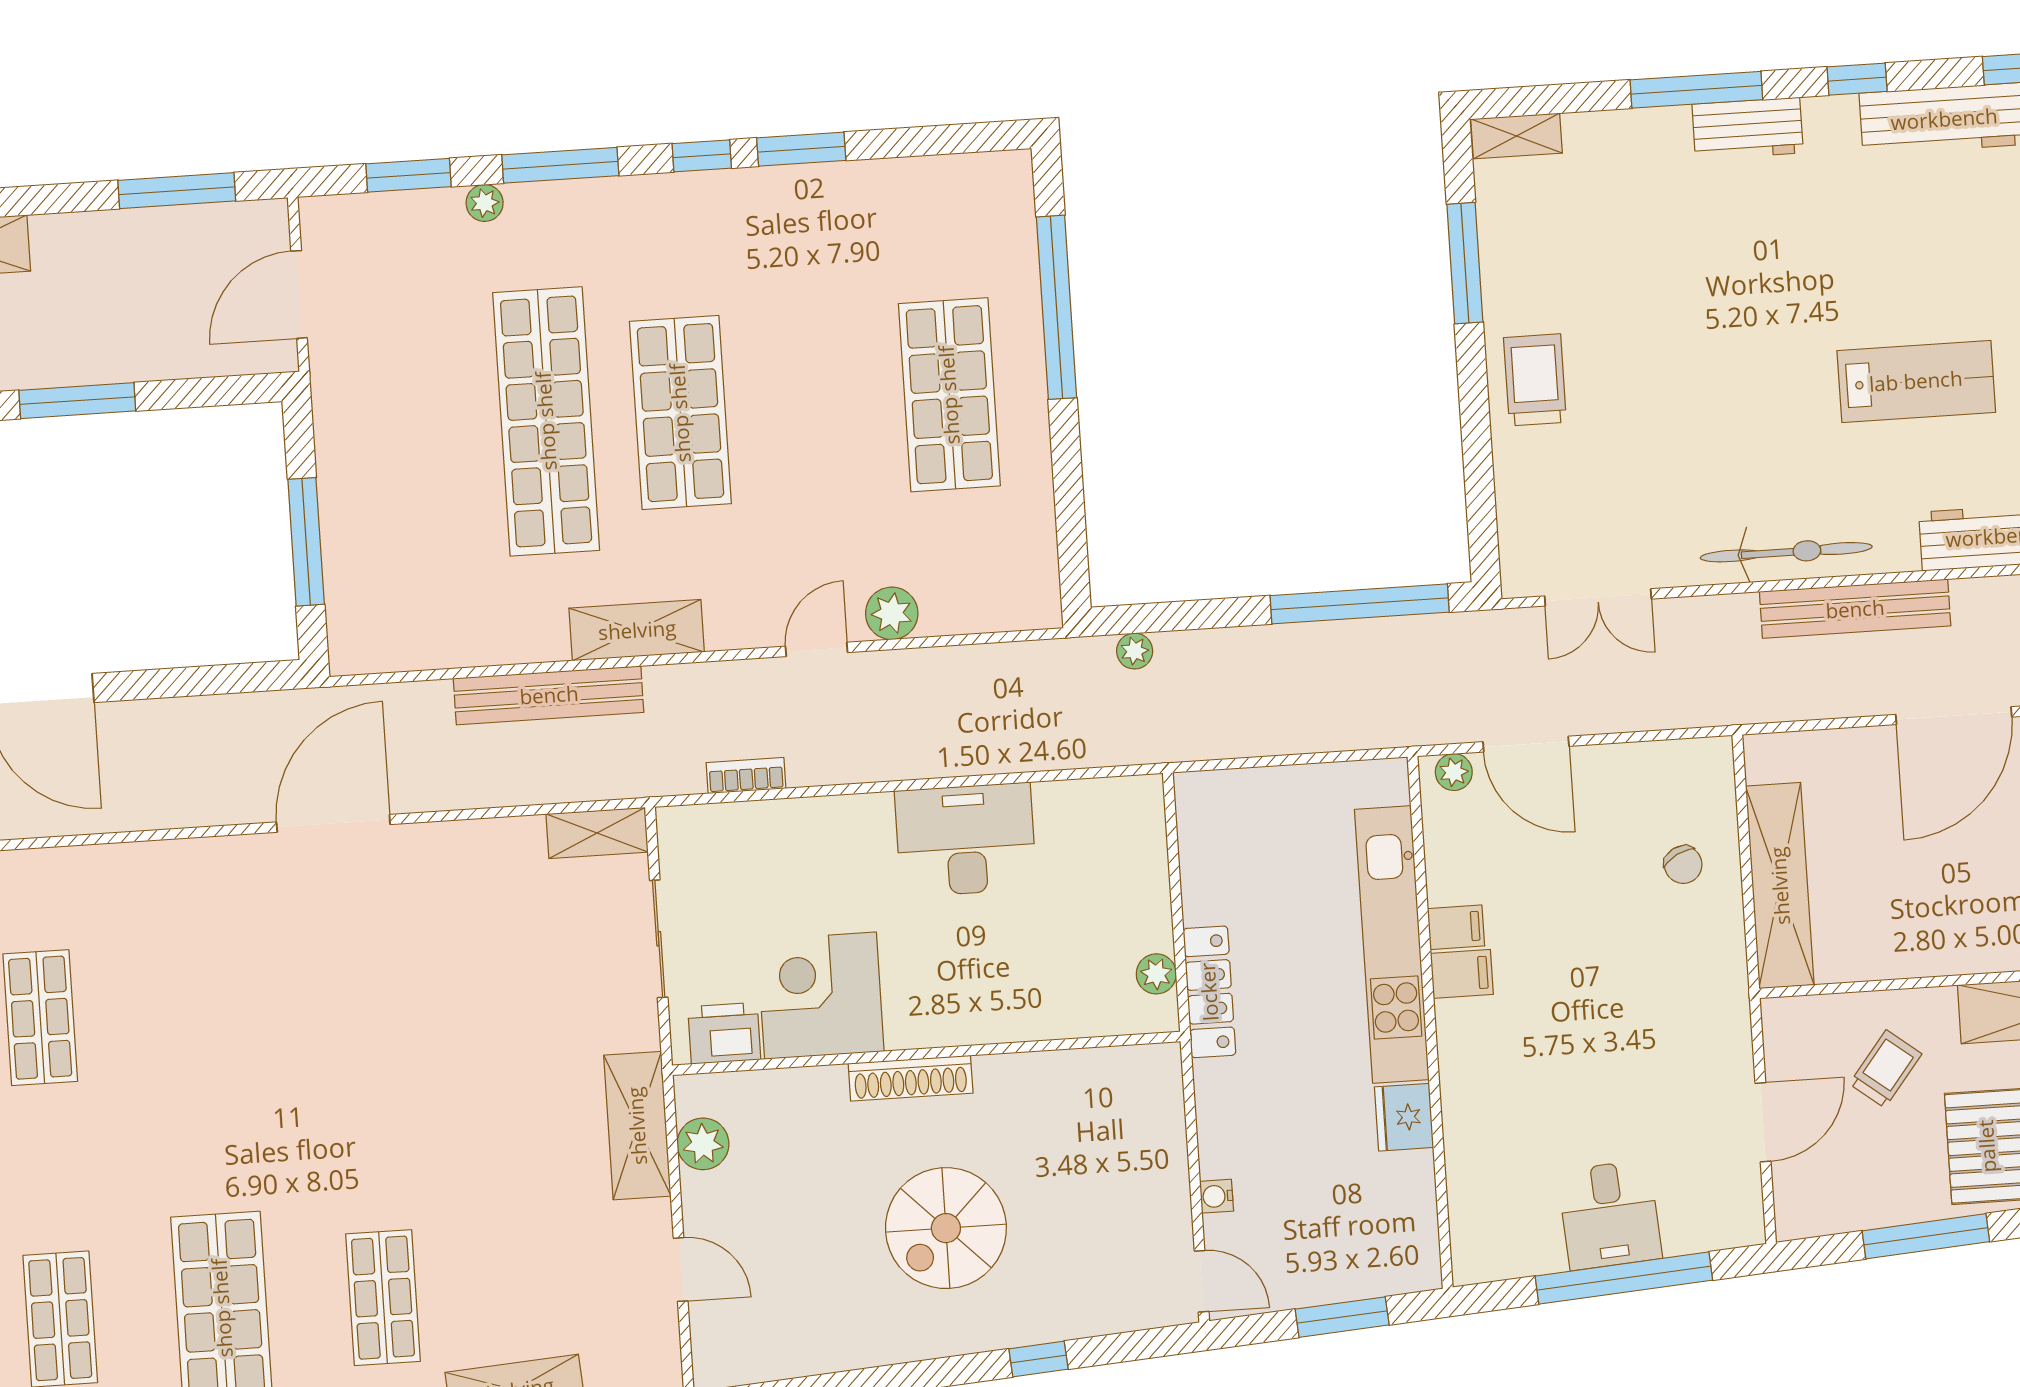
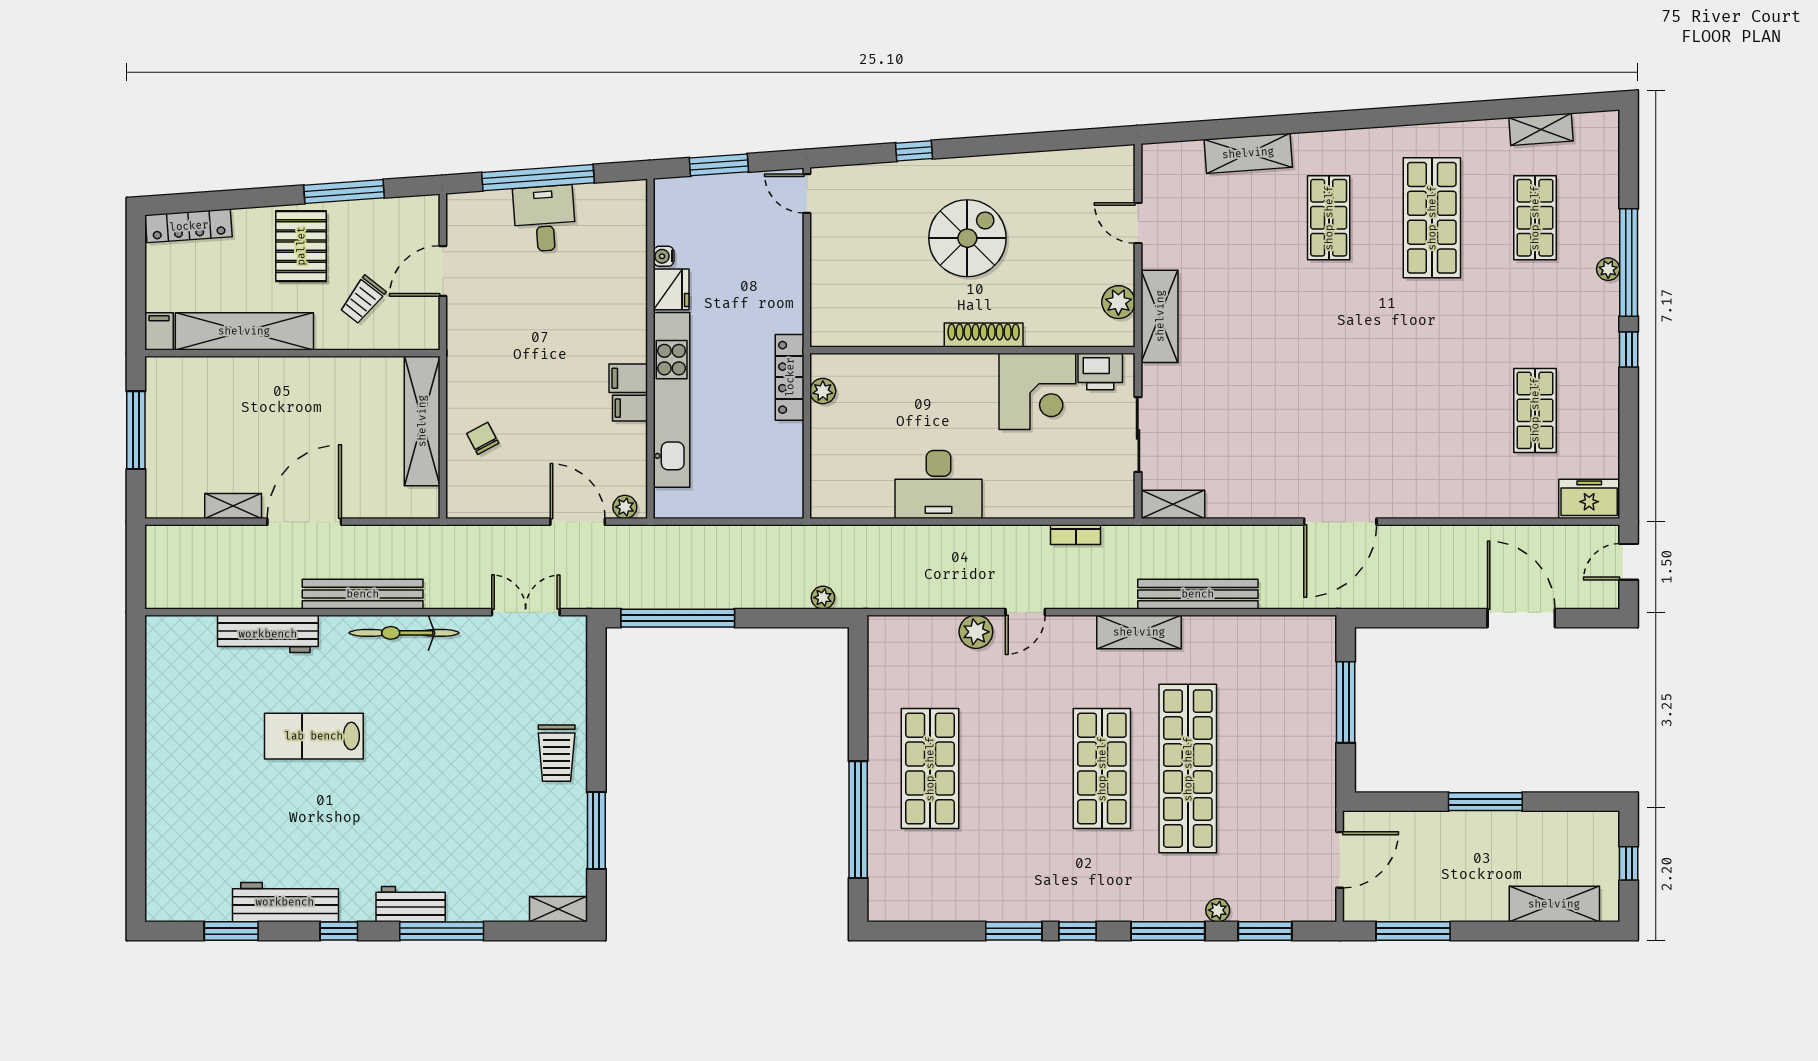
water cooler: (1217, 1196) -> (664, 256), moved, turned 180

